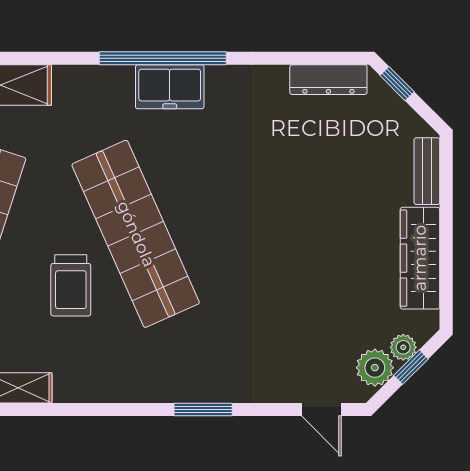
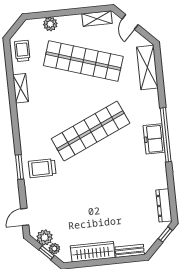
trolley: (71, 285) -> (42, 168), moved

